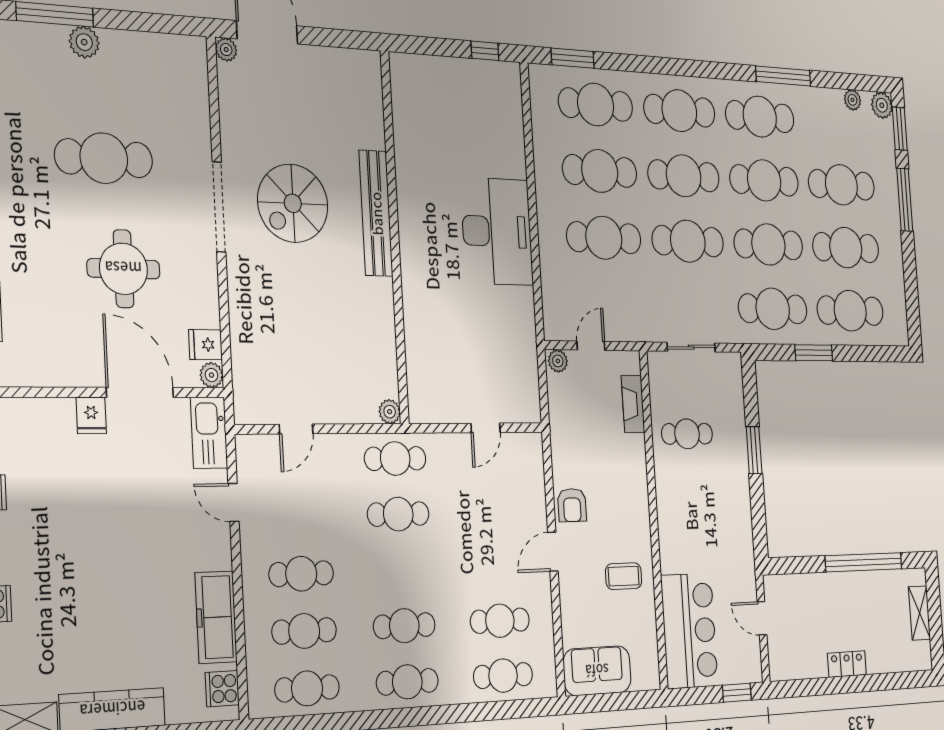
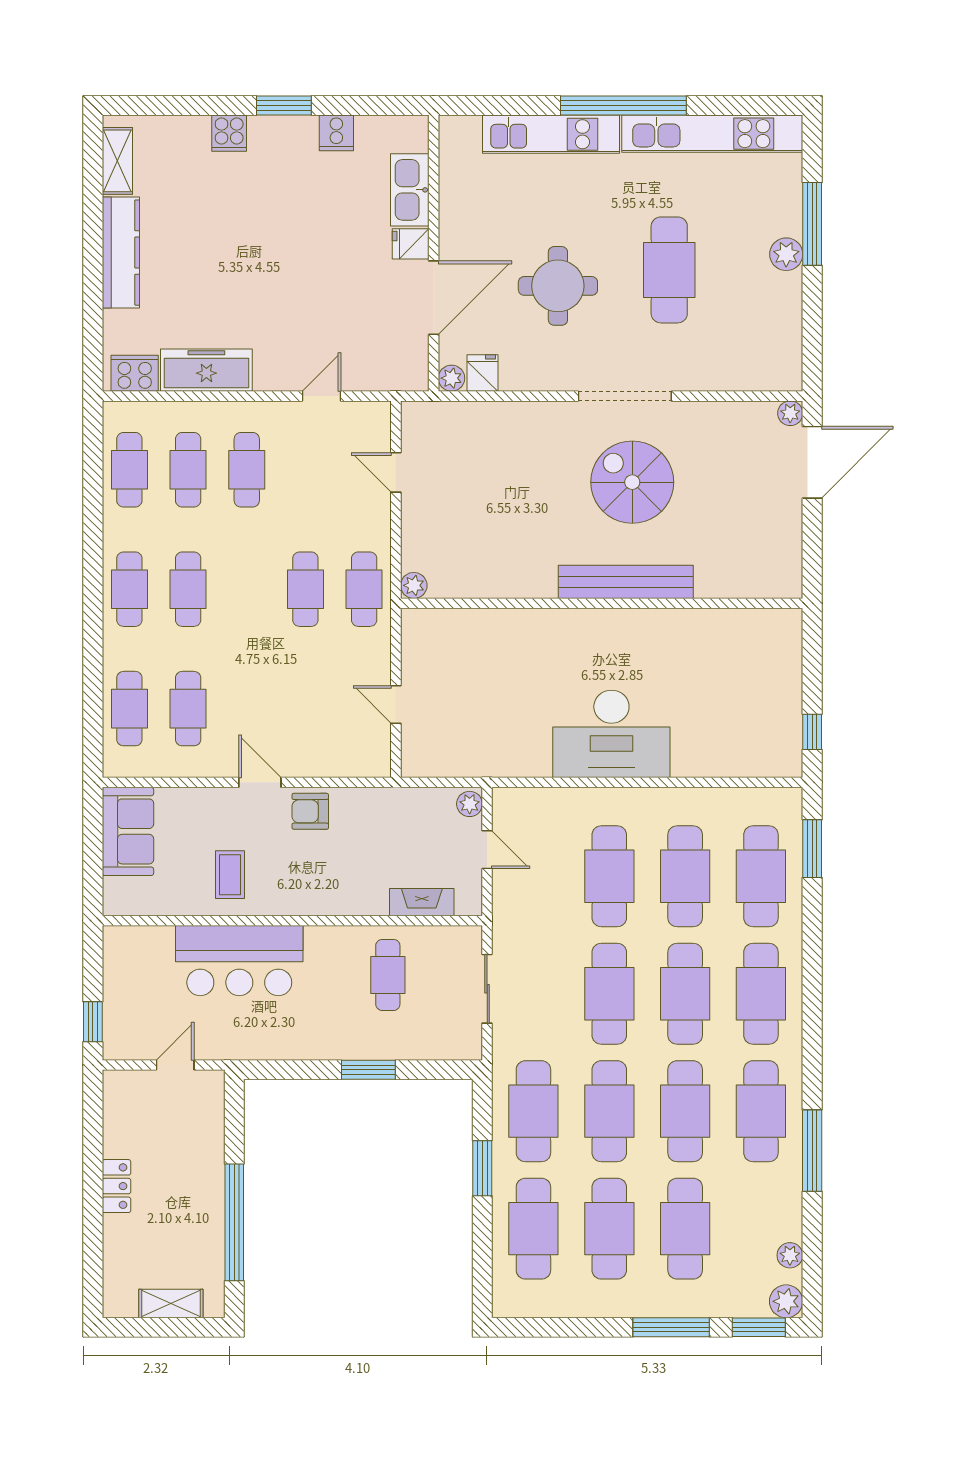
kitchen sink: (209, 433) -> (410, 190), moved, turned -90
bar counter: (689, 631) -> (239, 961), moved
cooker: (222, 689) -> (135, 373), width x1.36

